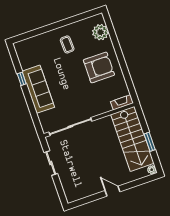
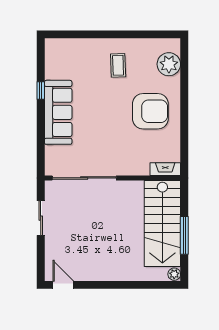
window: (150, 142) -> (184, 235), width x1.44
door: (112, 191) -> (63, 285), moved

